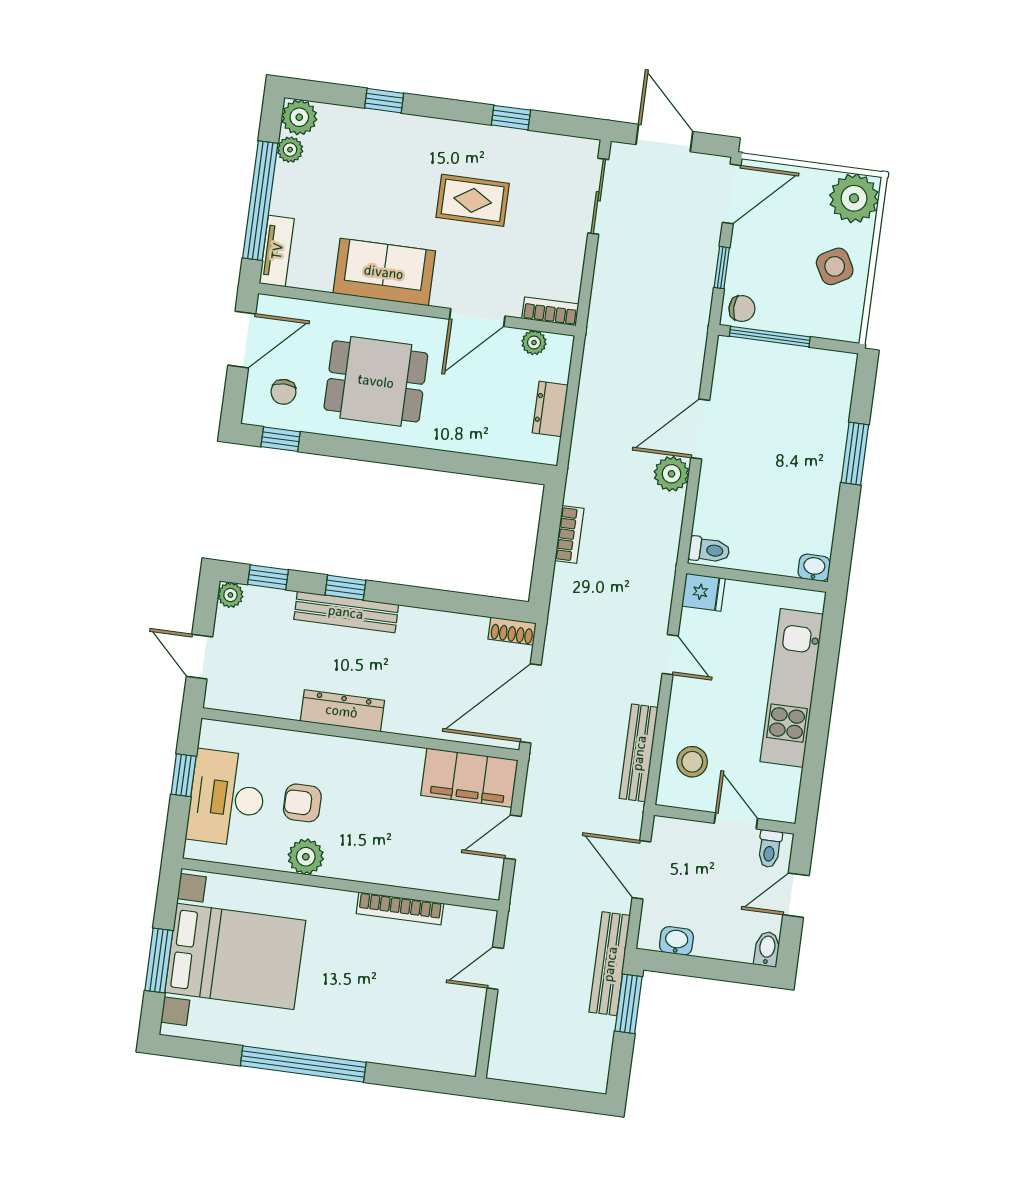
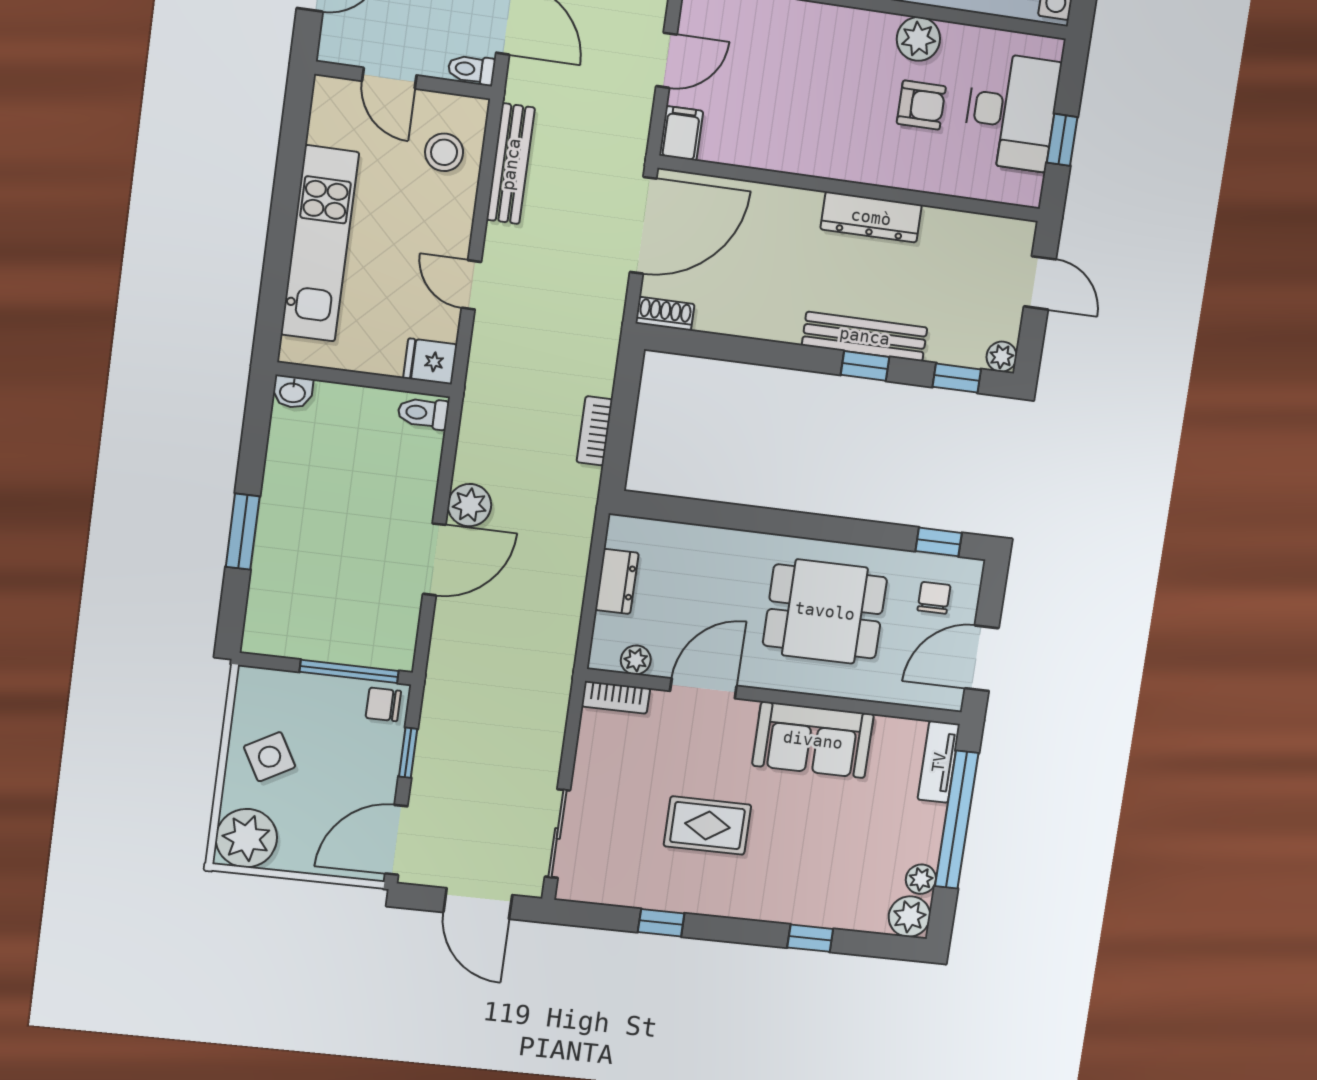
filing cabinet: (469, 778) -> (681, 133), width x0.33, depth x0.86
toilet: (770, 849) -> (471, 69), moved, turned -90

